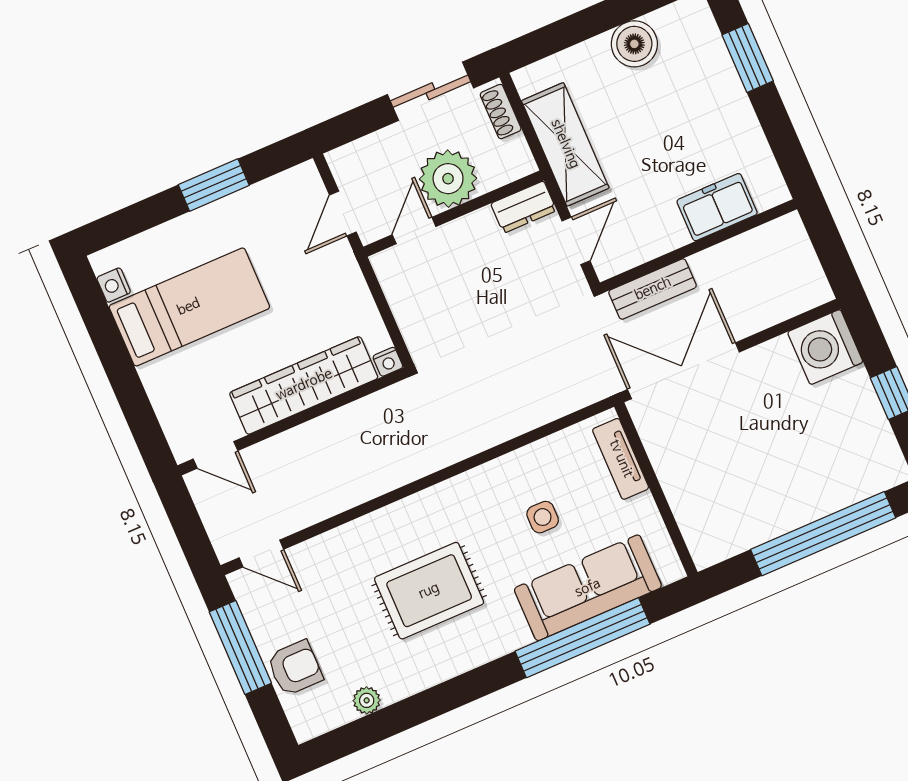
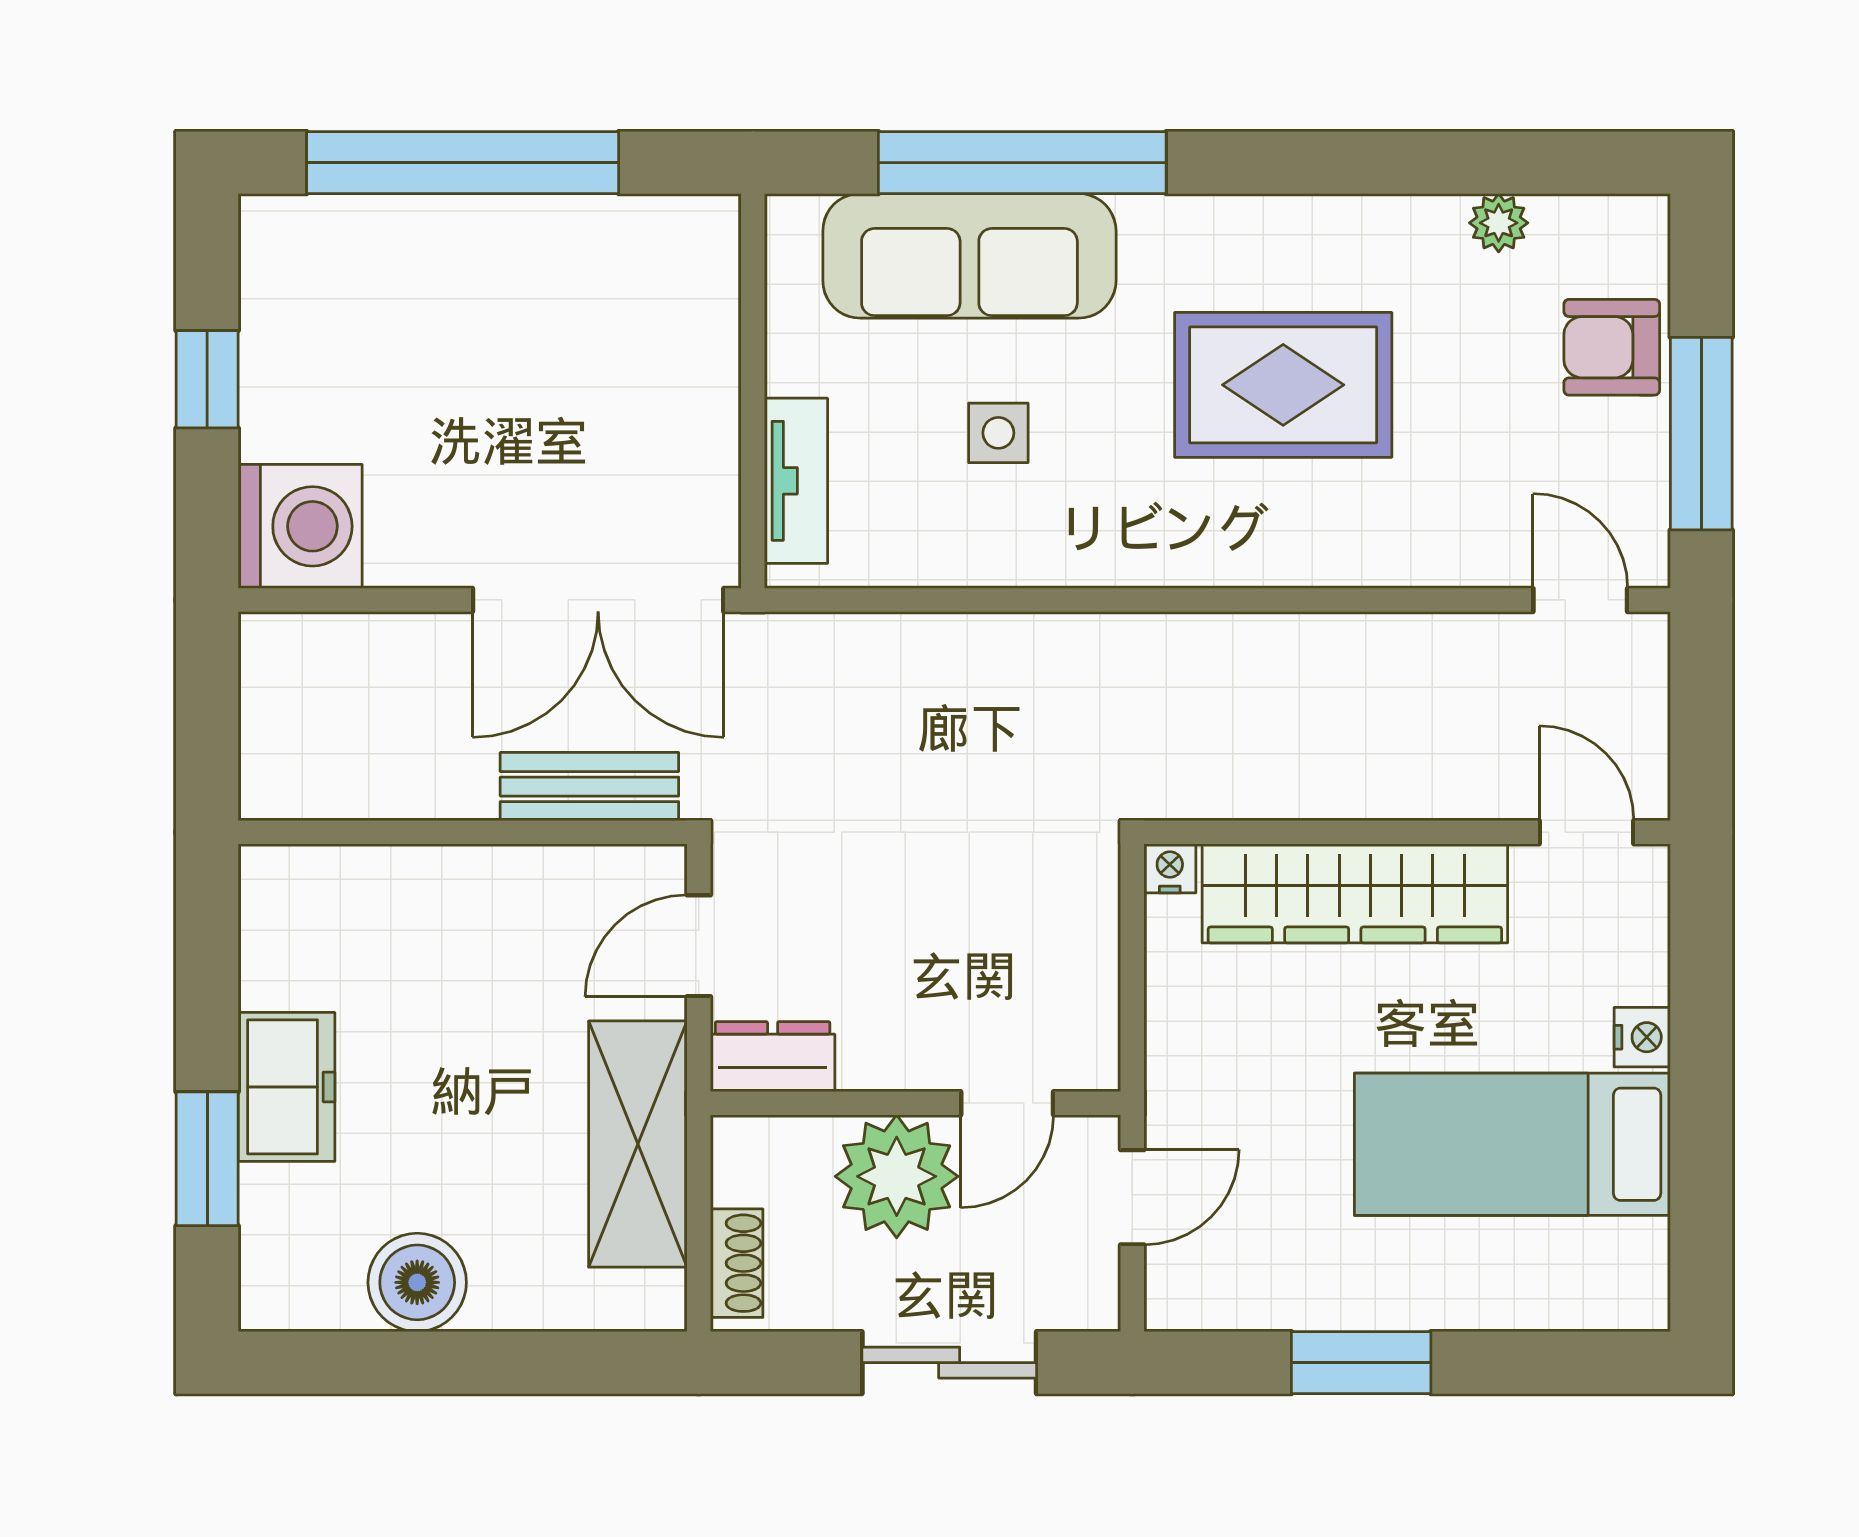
sliding door: (430, 91) -> (949, 1363), moved
freezer: (717, 207) -> (286, 1087), moved, turned -90
nightstand: (114, 285) -> (1642, 1037), moved

